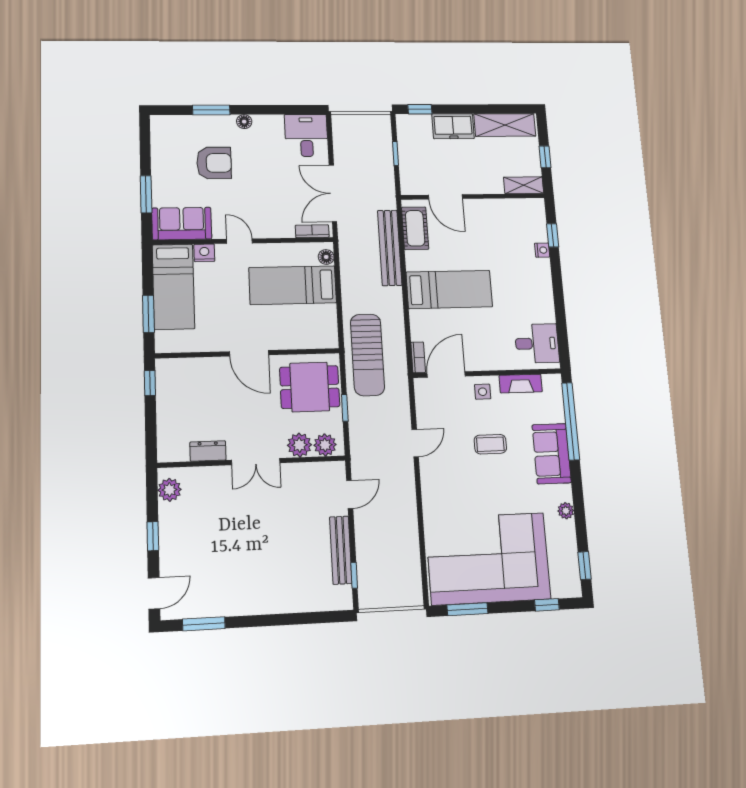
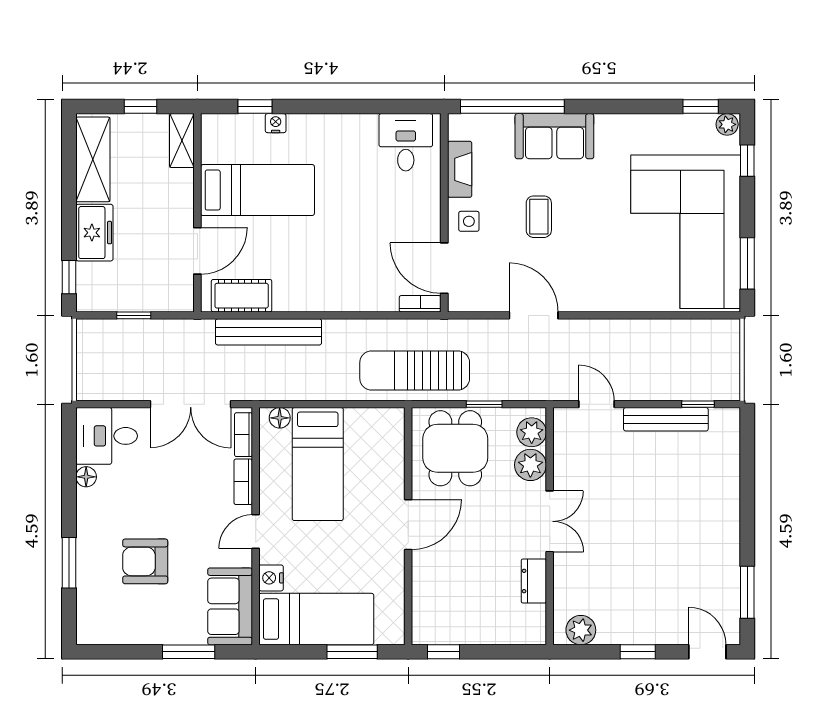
floor lamp: (244, 122) -> (86, 477), moved
armchair: (214, 163) -> (145, 561), turned -90
bookcase: (277, 232) -> (243, 482), added
bed: (449, 289) -> (257, 190), moved, turned 90
sun lounger: (367, 355) -> (415, 370), turned 180
door: (415, 443) -> (534, 315), width x1.38
plant: (566, 511) -> (727, 124), moved

